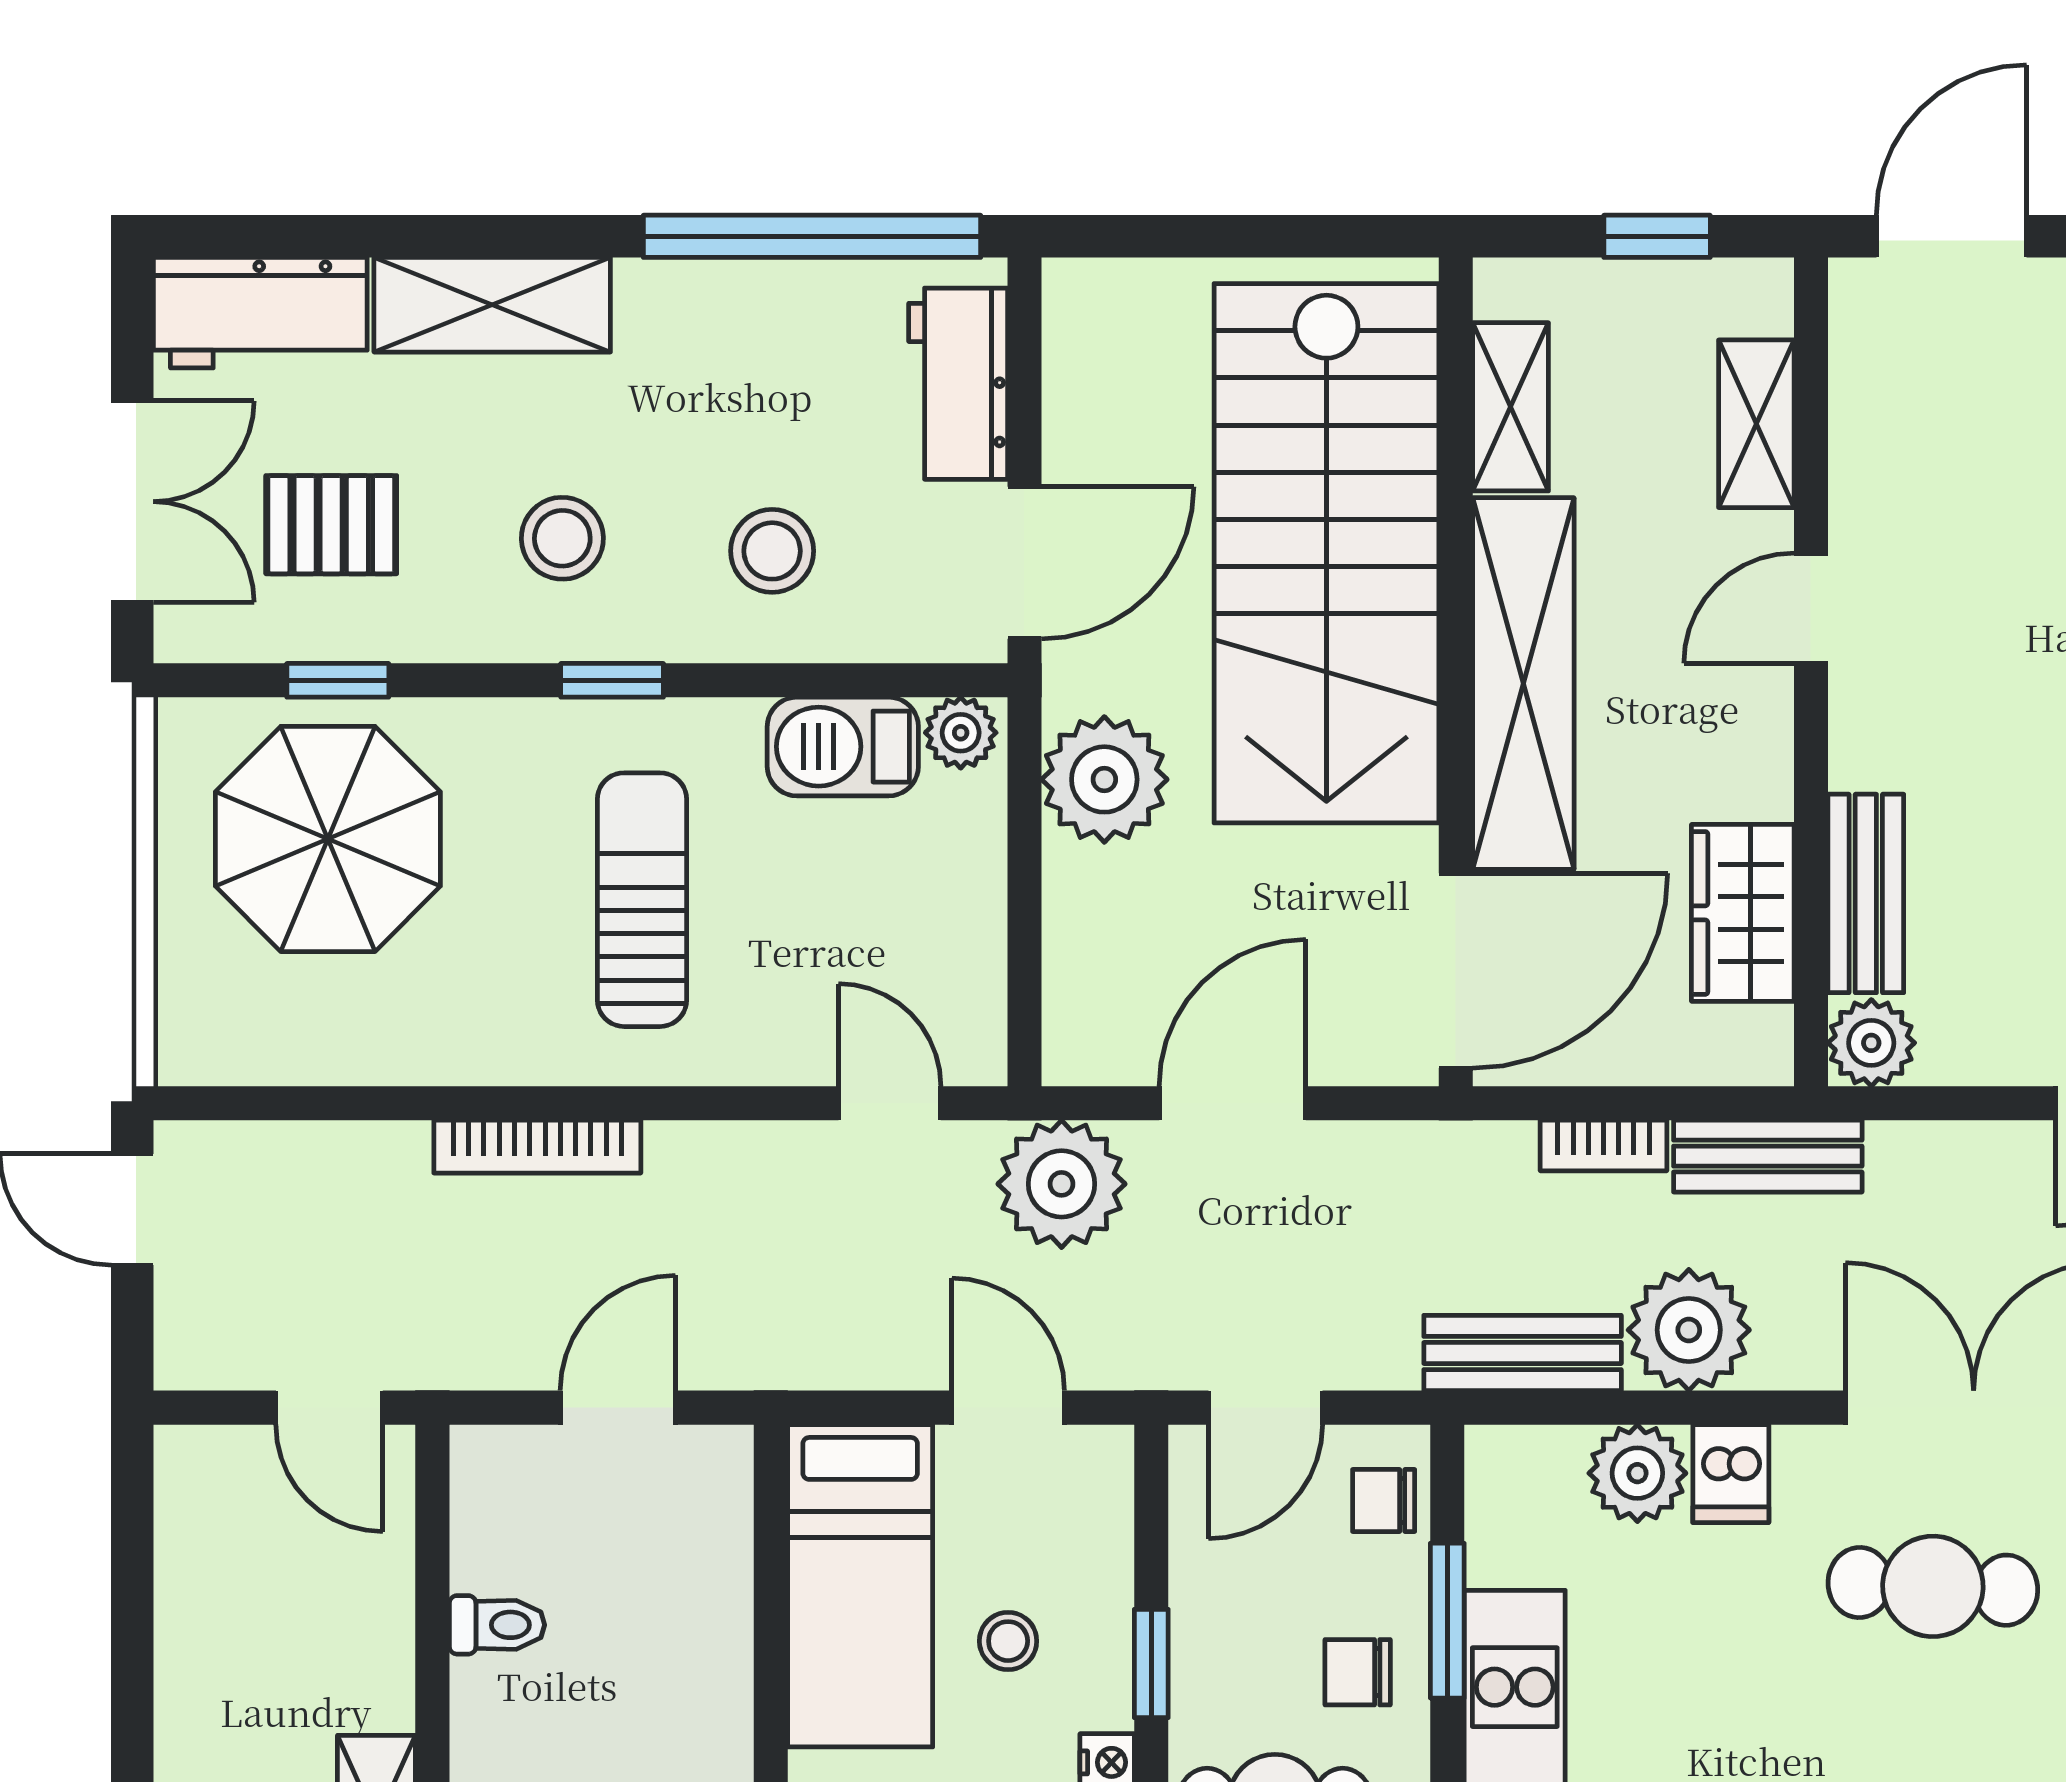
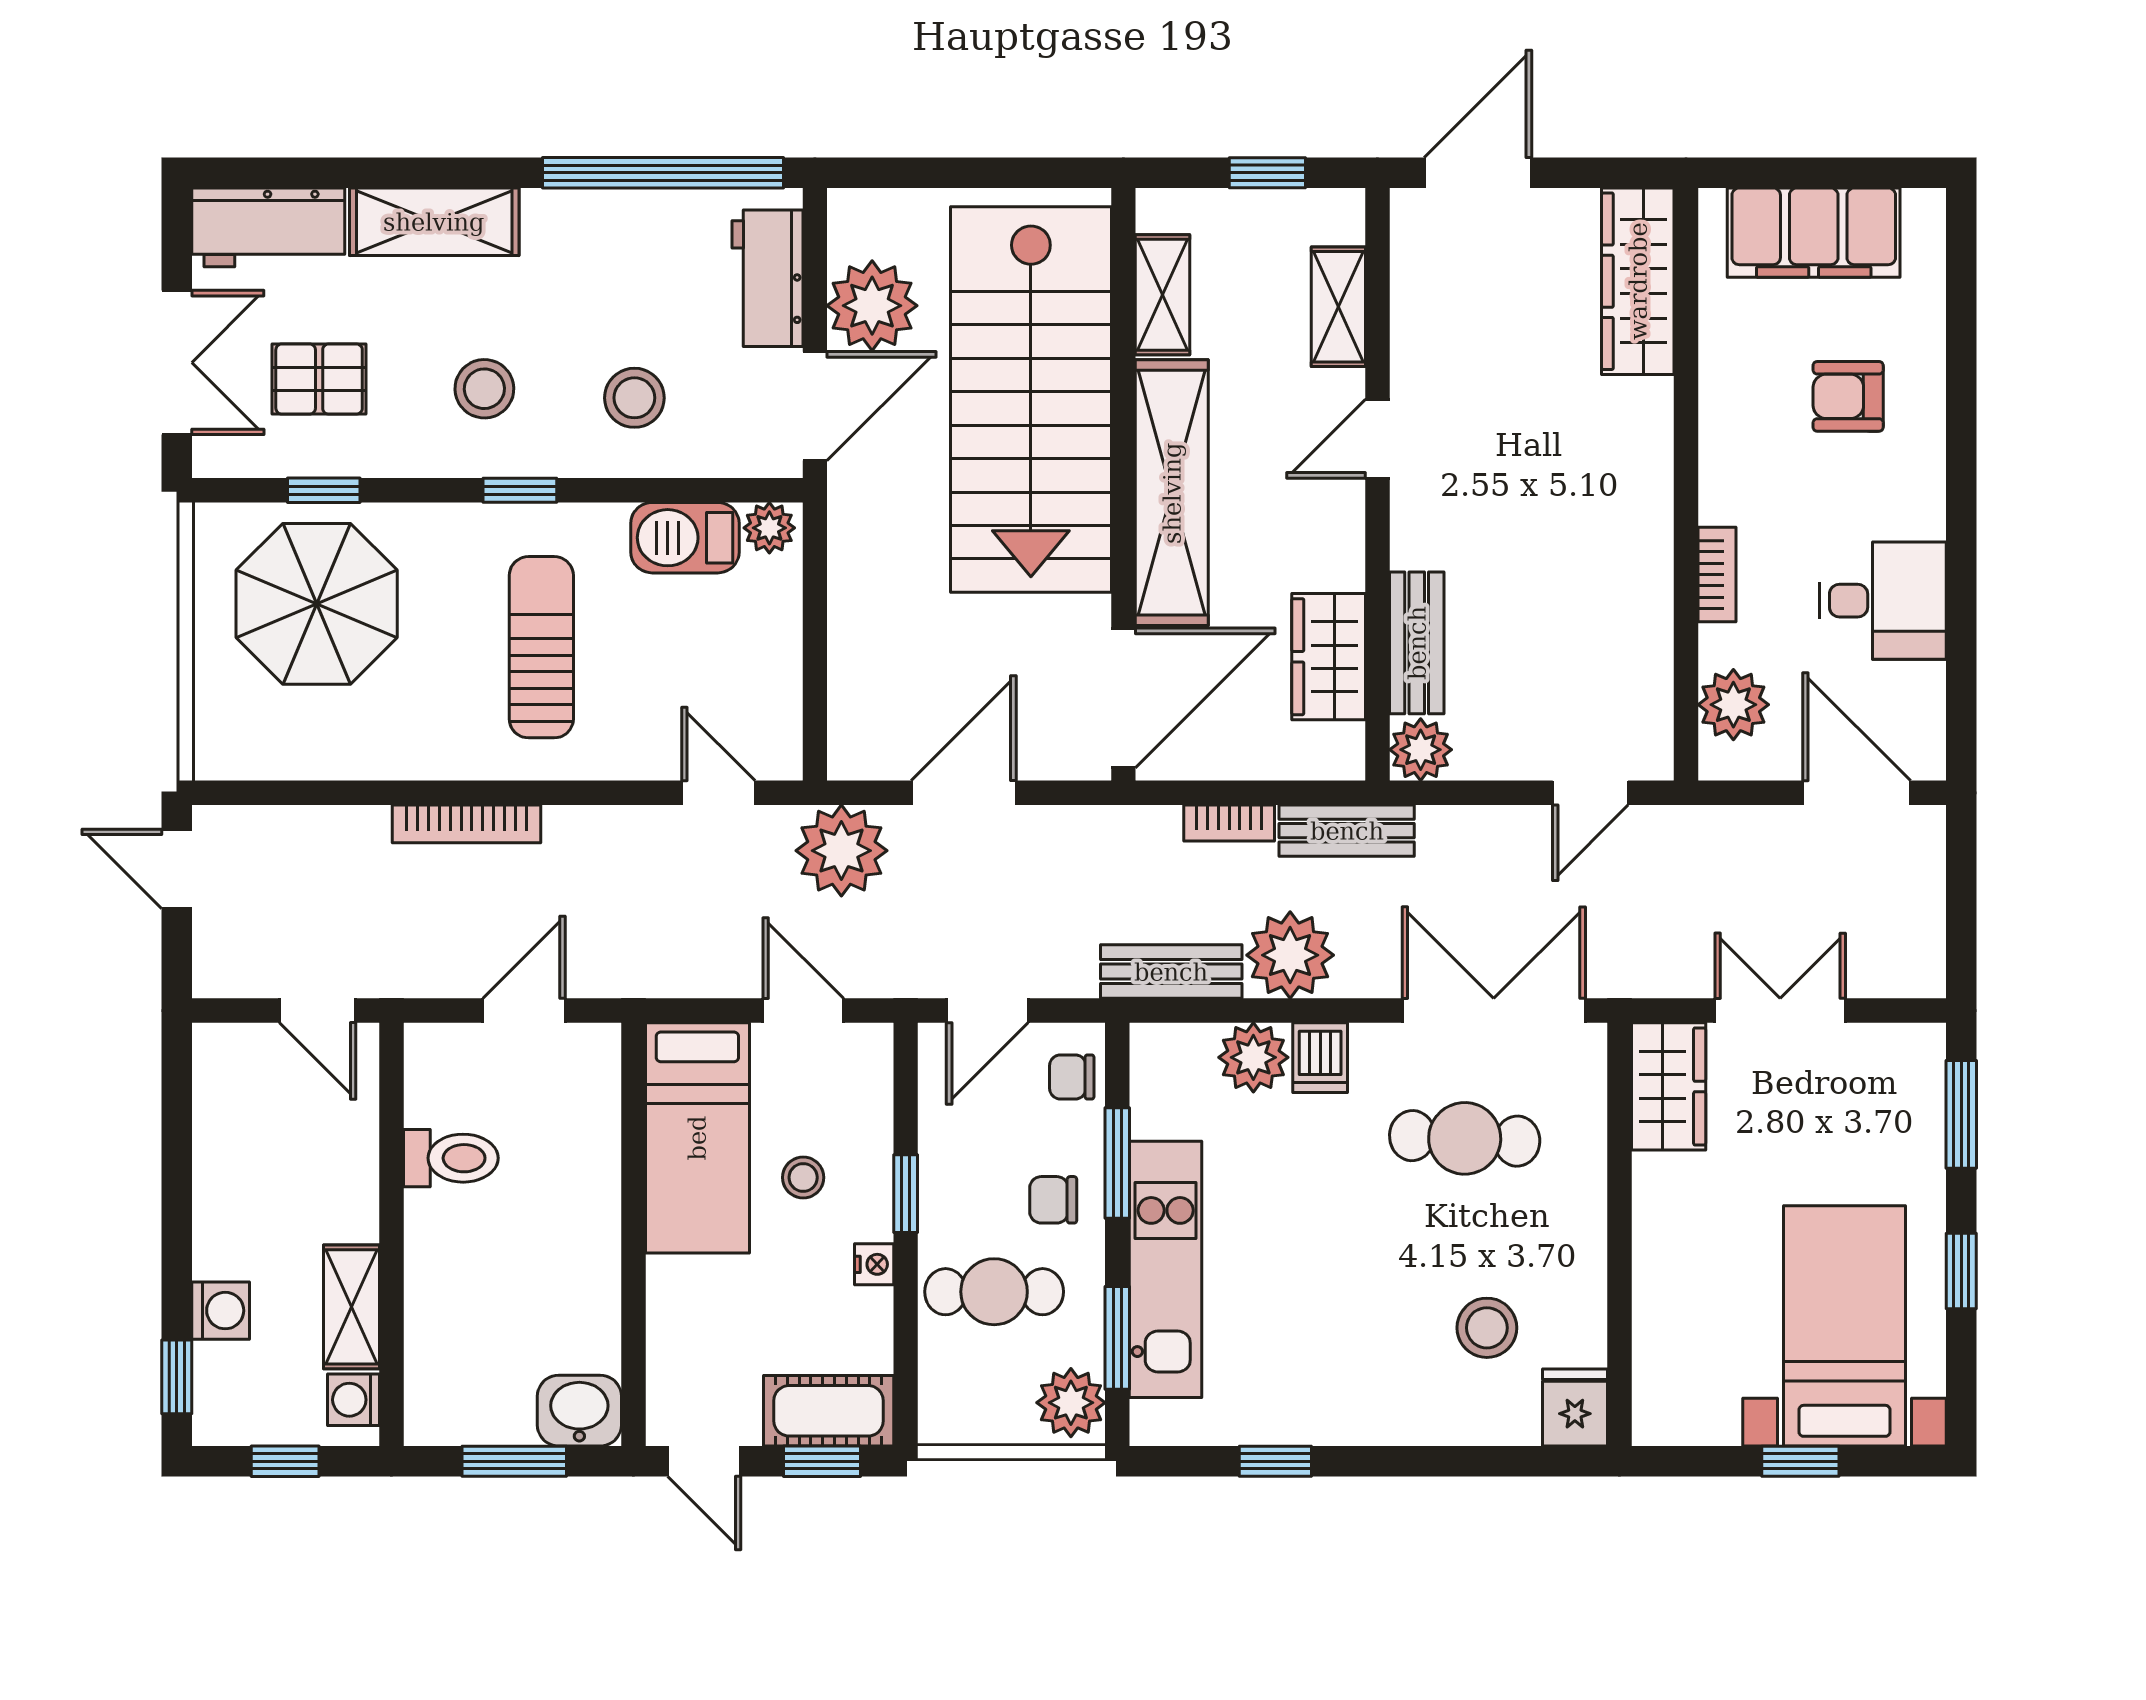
plant: (1104, 779) -> (872, 306), moved
toilet: (497, 1625) -> (451, 1158), width x1.37, depth x1.39

